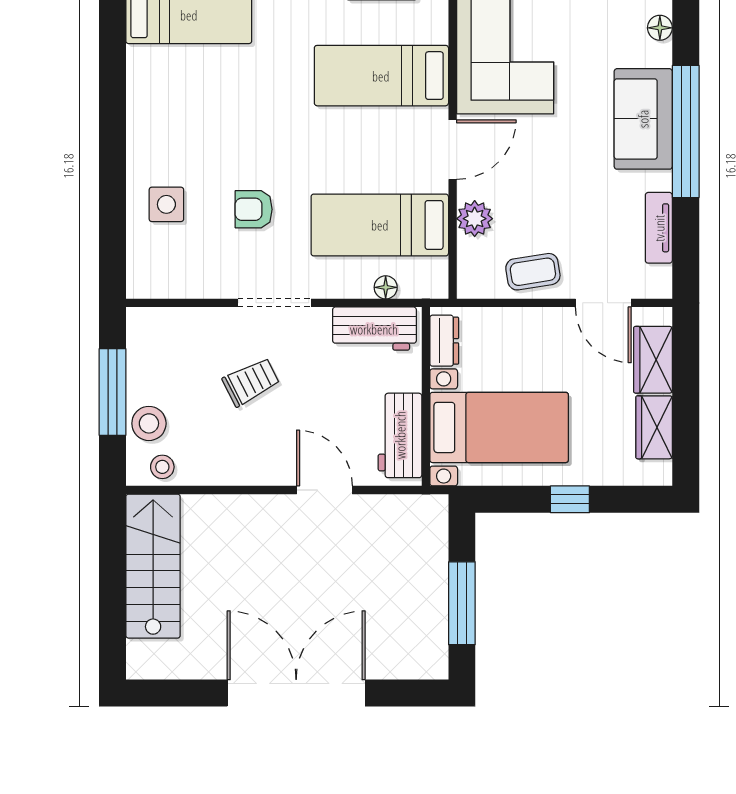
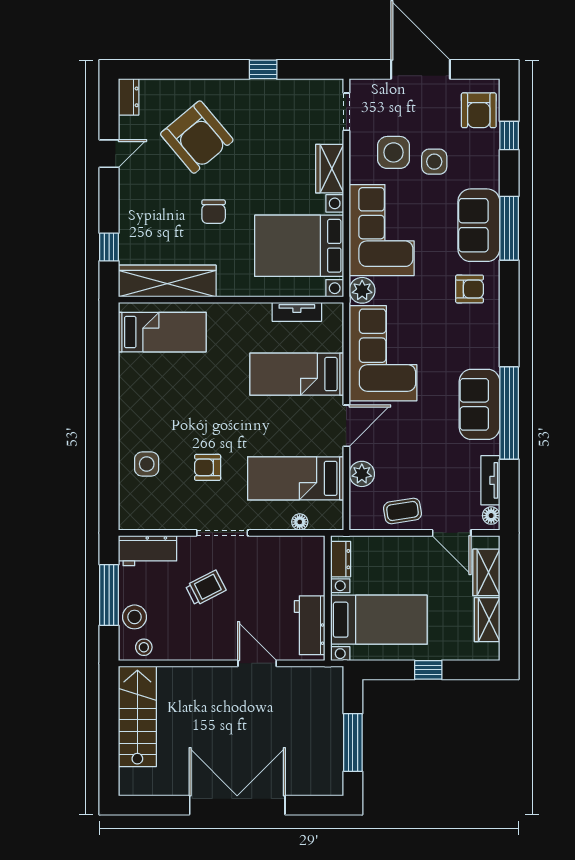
floor lamp: (660, 28) -> (491, 516), moved
workbench: (374, 329) -> (148, 551), moved

